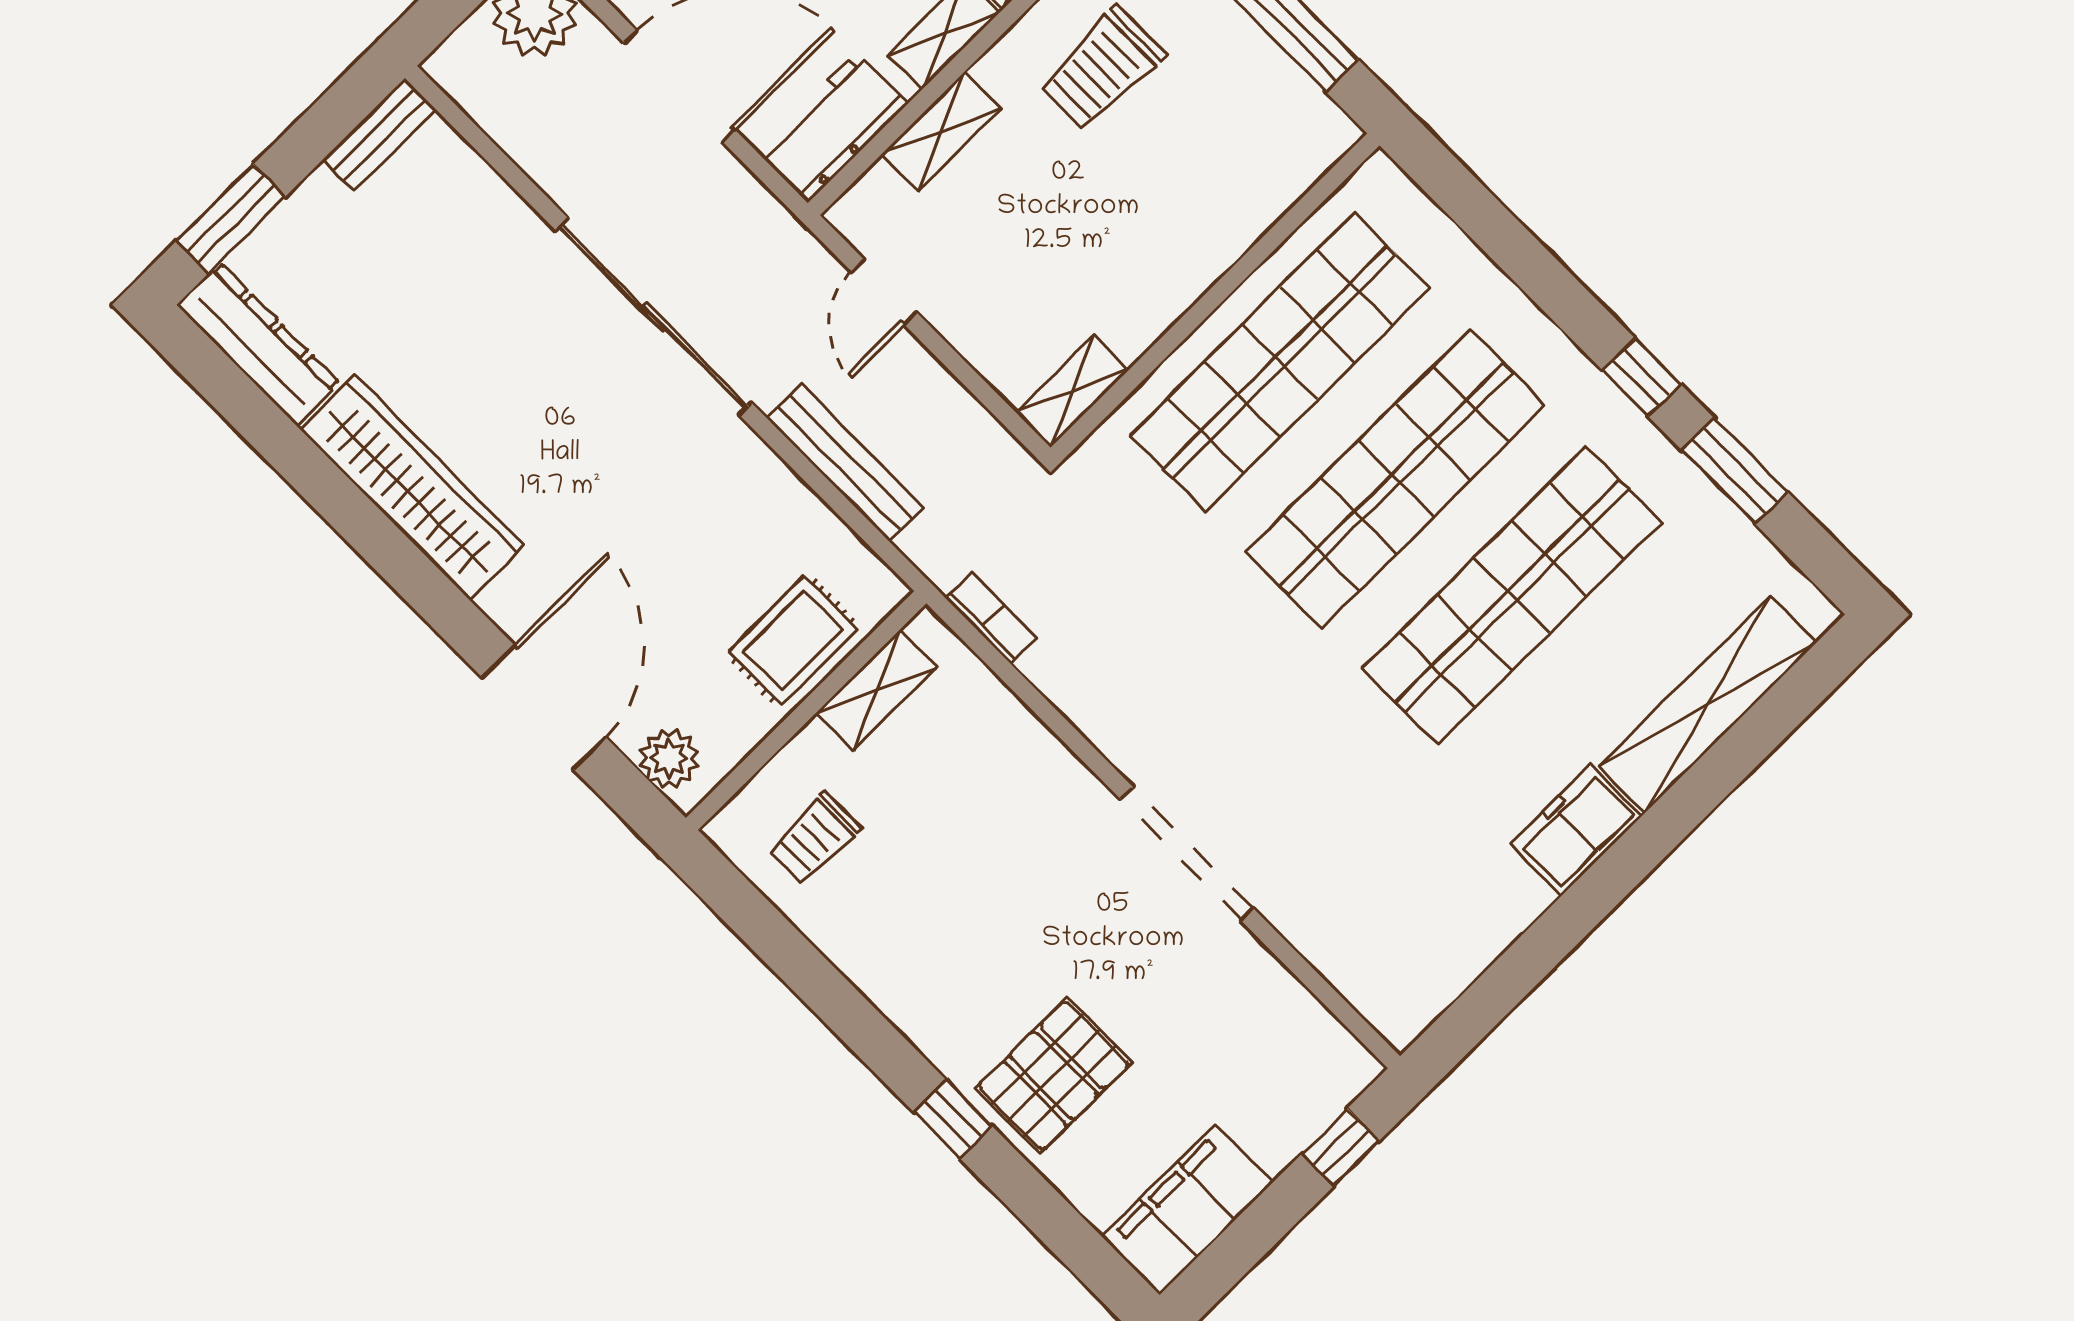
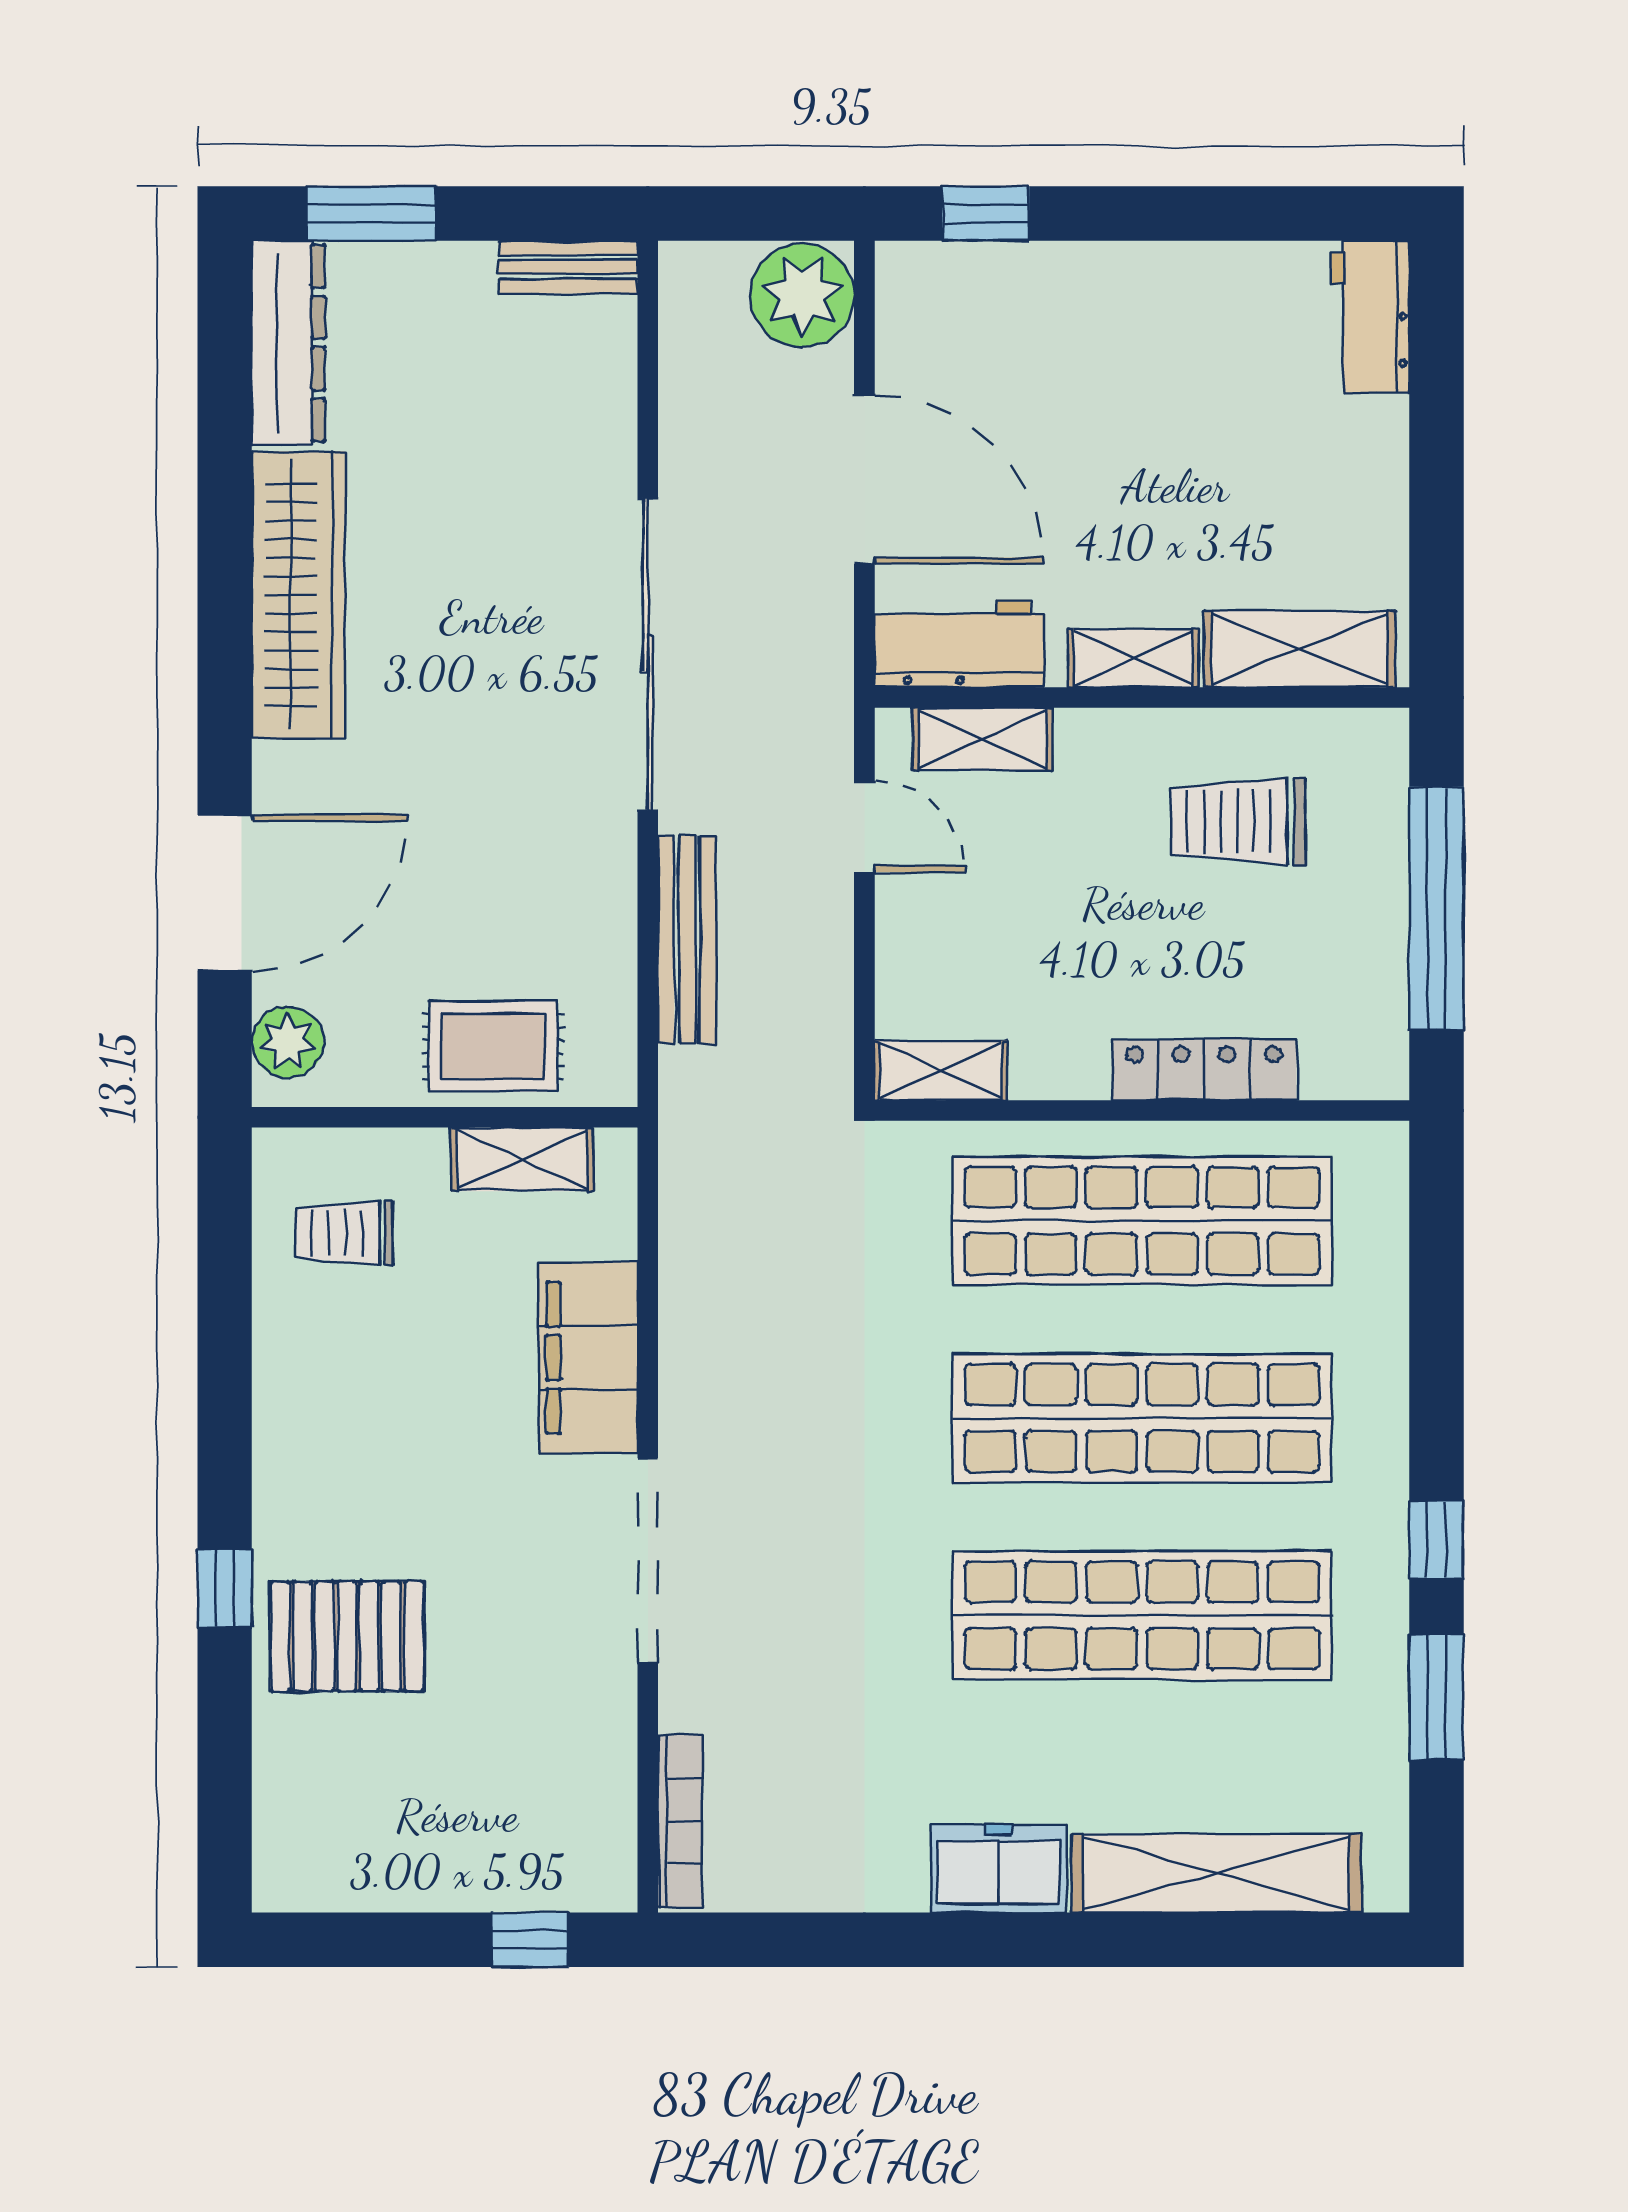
shelving: (942, 131) -> (982, 739), moved
locker: (1228, 236) -> (1204, 1070), added
door: (884, 292) -> (864, 827), swing flipped
bookcase: (991, 618) -> (680, 1821), moved, width x1.56
filing cabinet: (1187, 1210) -> (588, 1358), moved, turned -90

